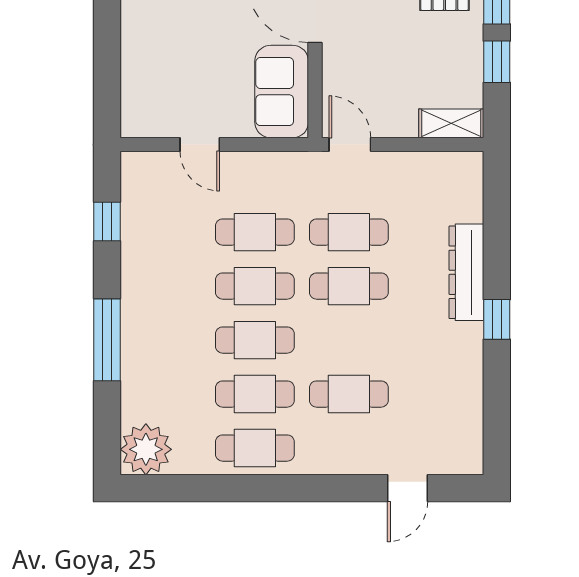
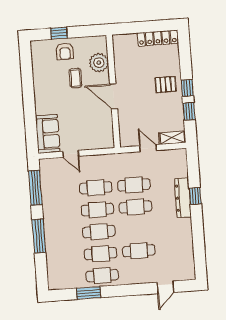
sofa: (282, 92) -> (48, 134), moved, turned 180
door: (350, 145) -> (148, 148), moved
window: (107, 221) -> (35, 188), width x2.17
window: (497, 319) -> (195, 196), moved
plant: (146, 449) -> (58, 279), removed
window: (219, 488) -> (89, 293), added

